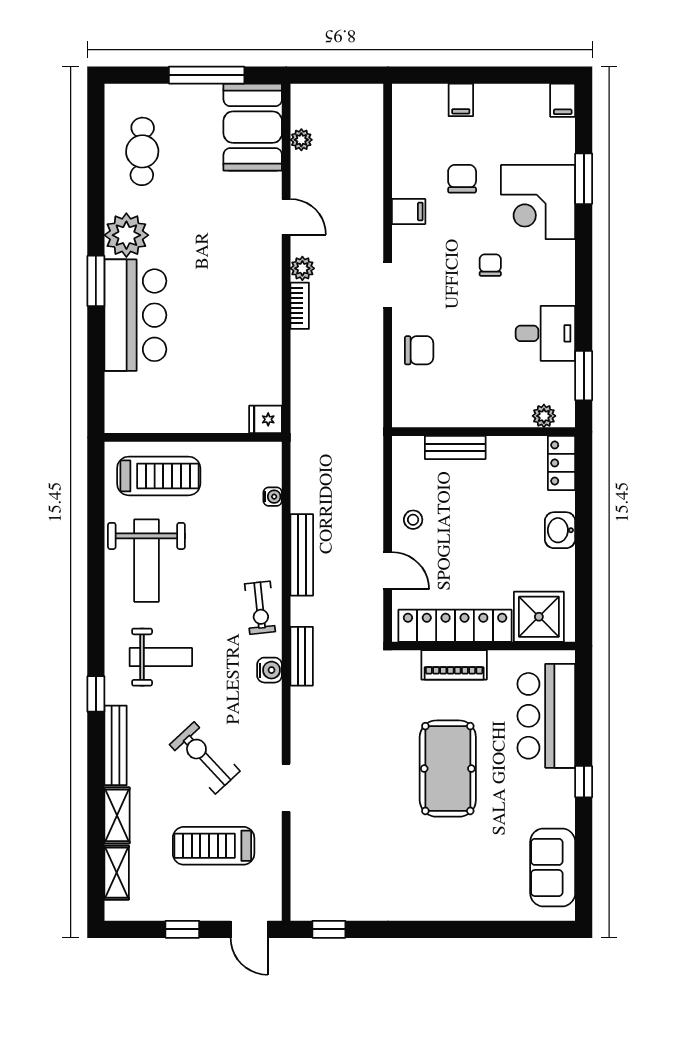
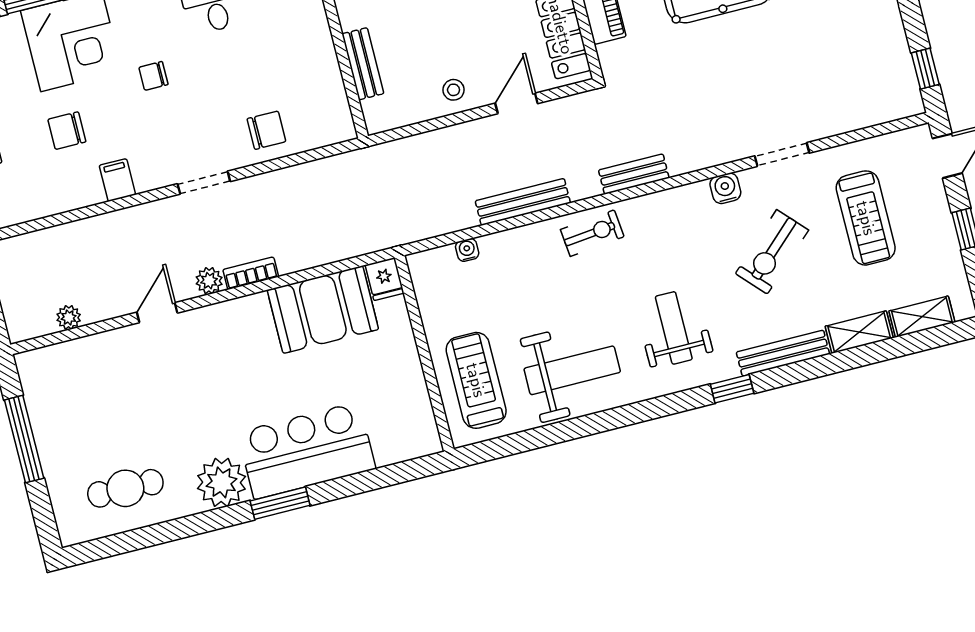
booth: (253, 127) -> (323, 310), moved
chair: (419, 350) -> (266, 130), turned 90
water cooler: (270, 670) -> (725, 188), moved

